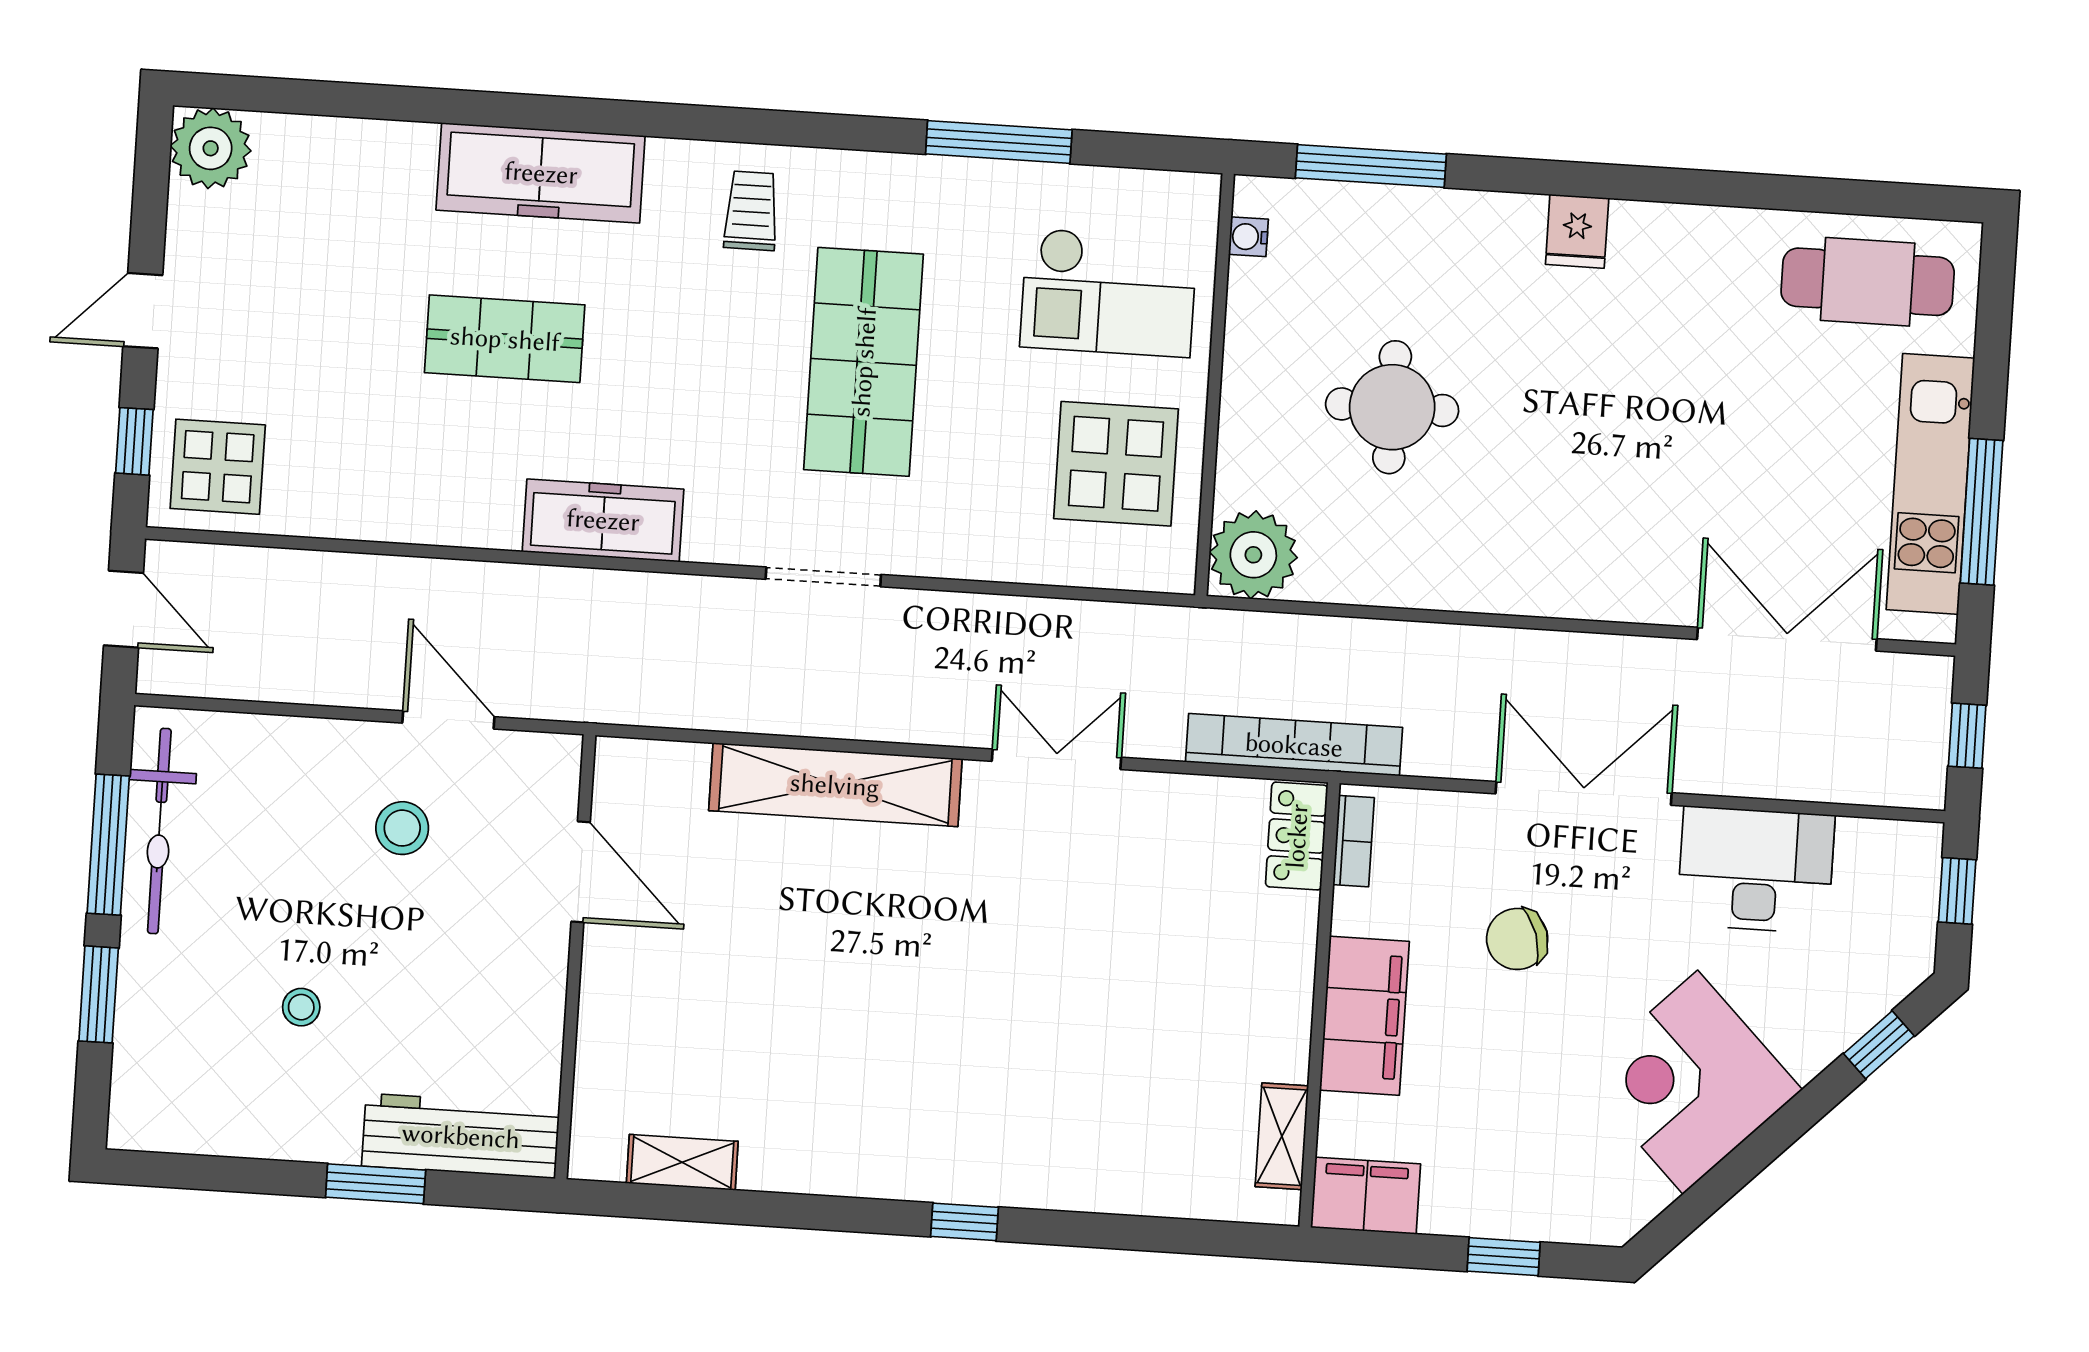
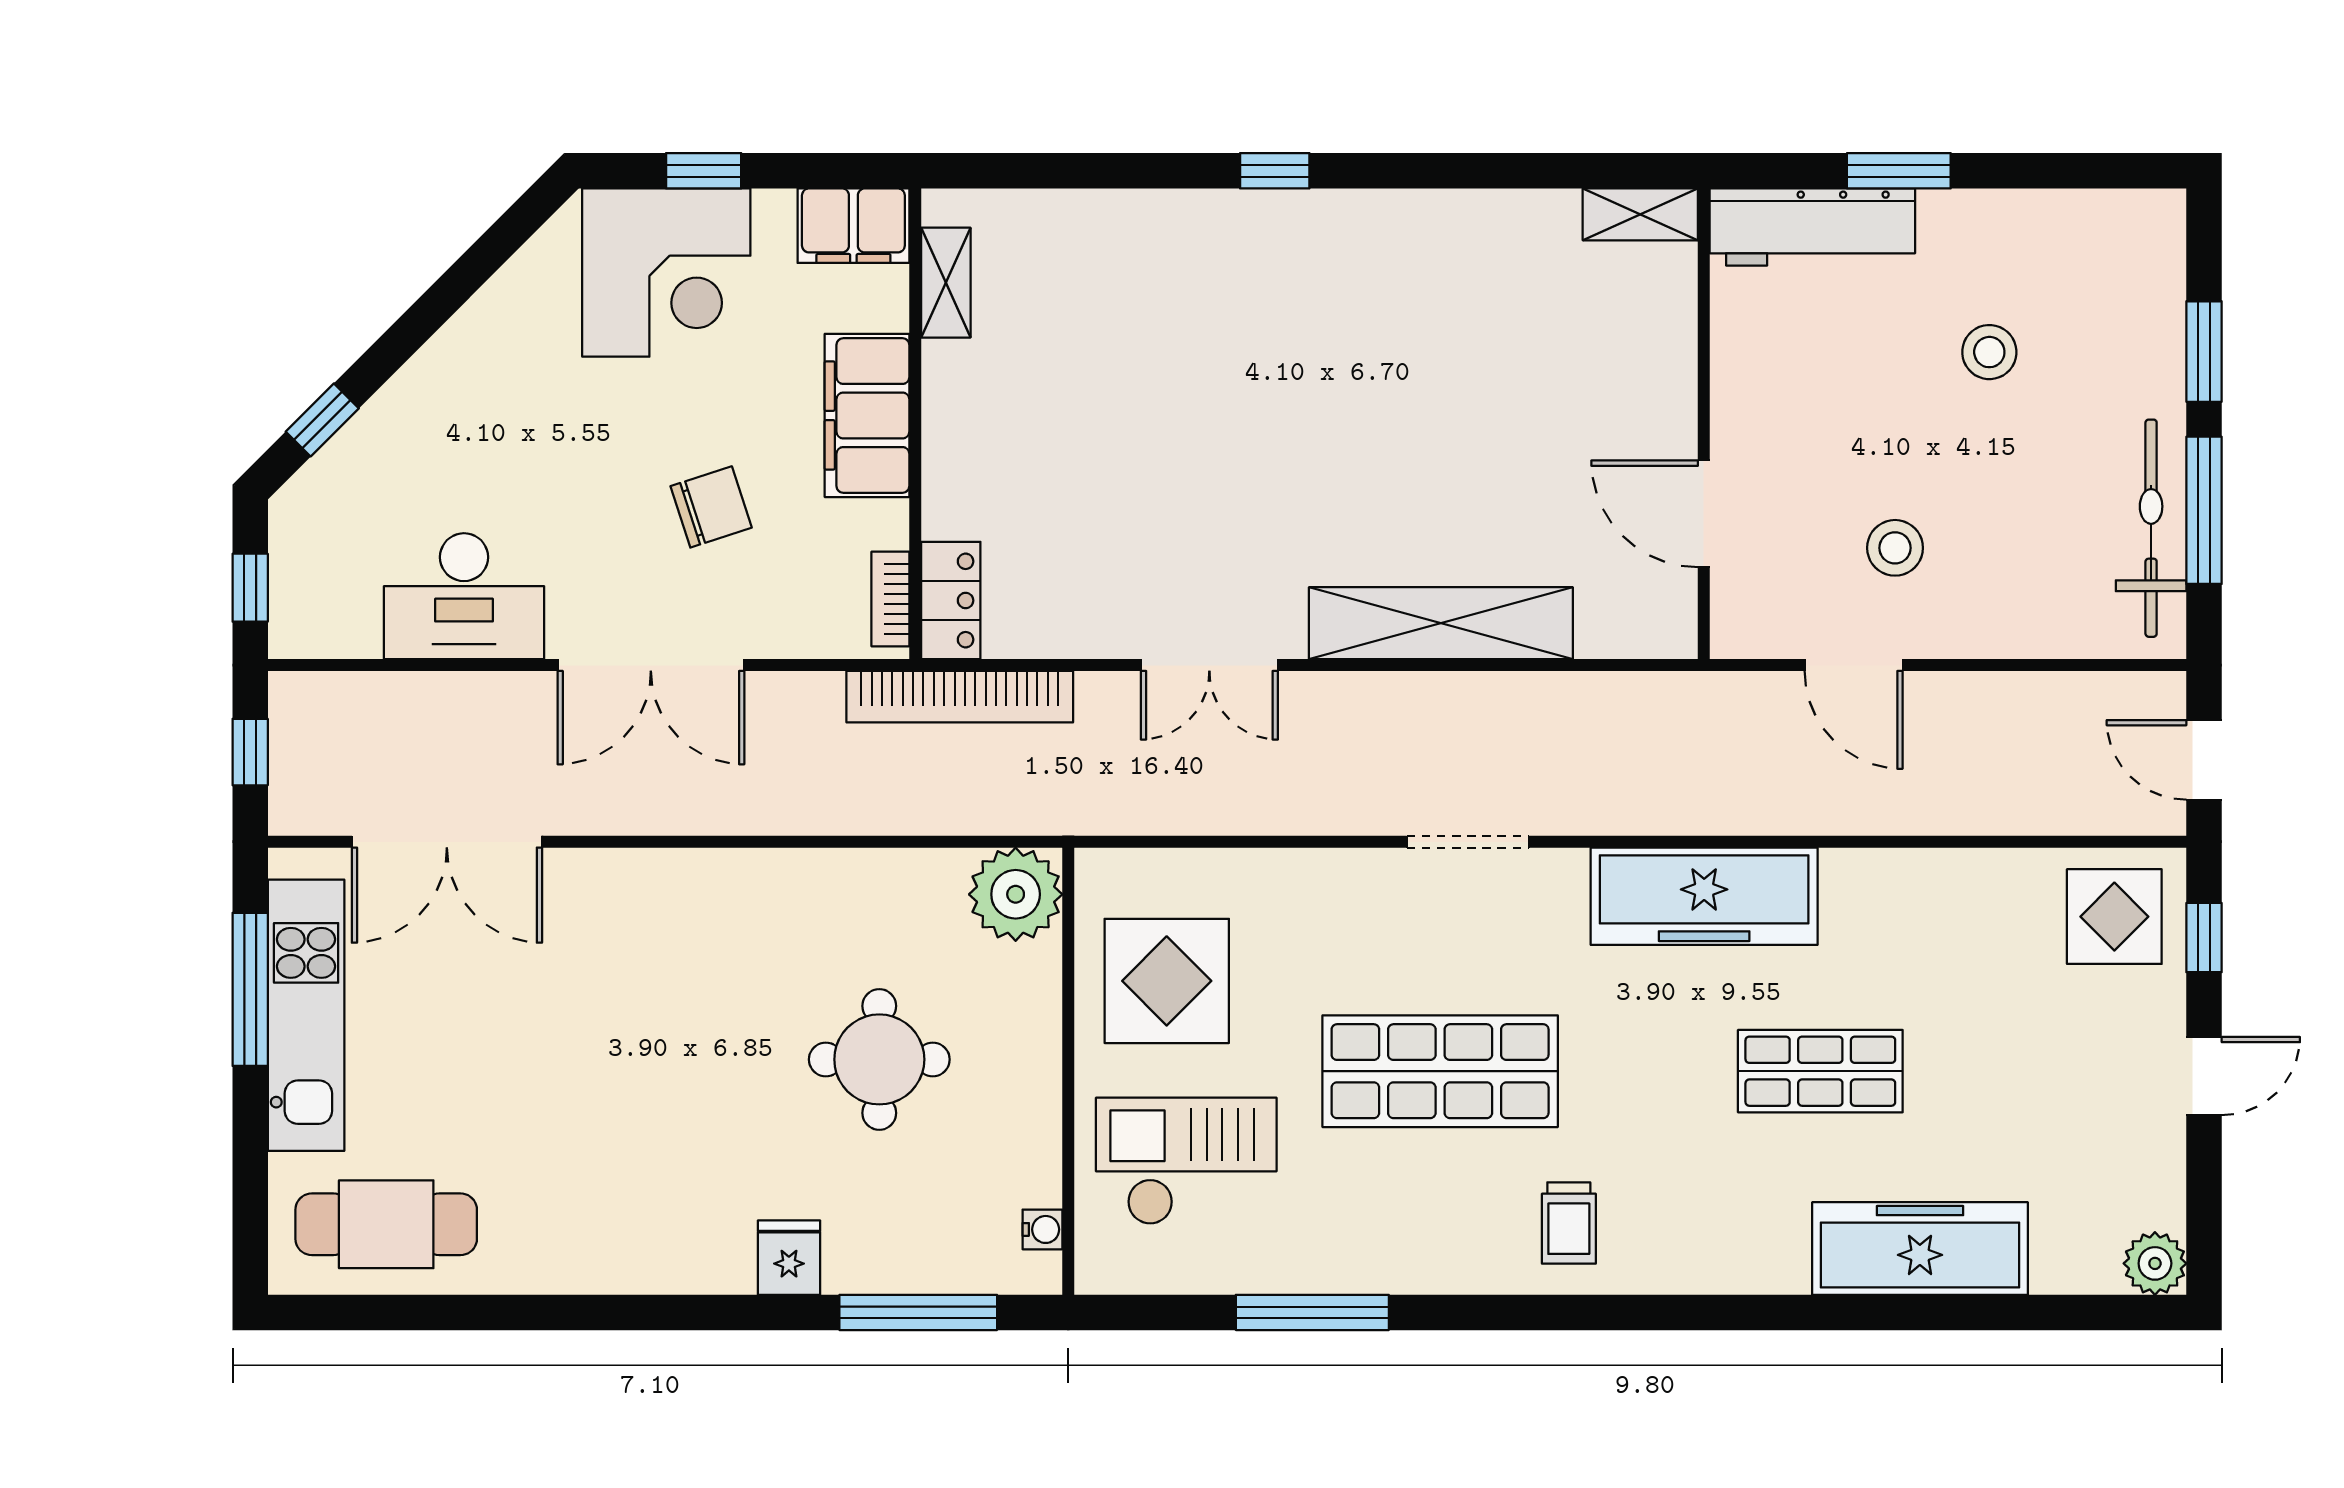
plant: (211, 148) -> (2155, 1263), width x0.73, depth x0.73
freezer: (541, 173) -> (1920, 1248), moved
fridge: (1577, 231) -> (789, 1258), moved
shop shelf: (864, 362) -> (1440, 1071), turned 90
freezer: (603, 520) -> (1704, 896), width x1.36, depth x1.26
stool: (301, 1007) -> (1989, 352), width x1.37, depth x1.37
corner desk: (1690, 1082) -> (666, 273), moved, turned 45
shelving: (682, 1162) -> (1640, 214), moved

